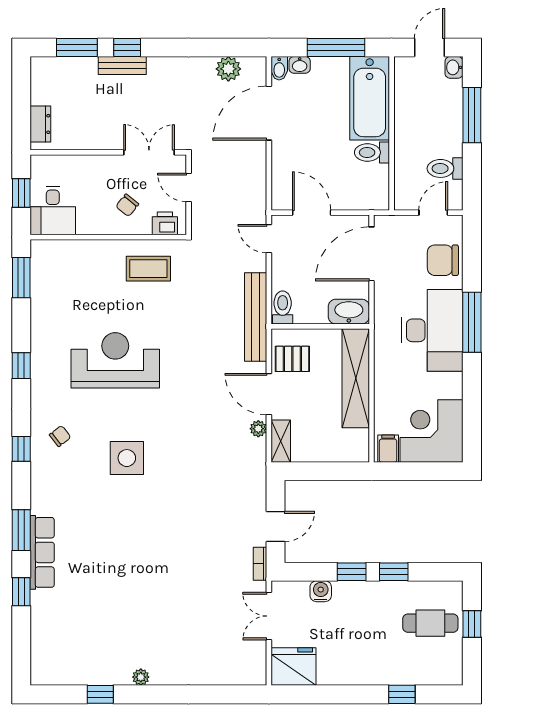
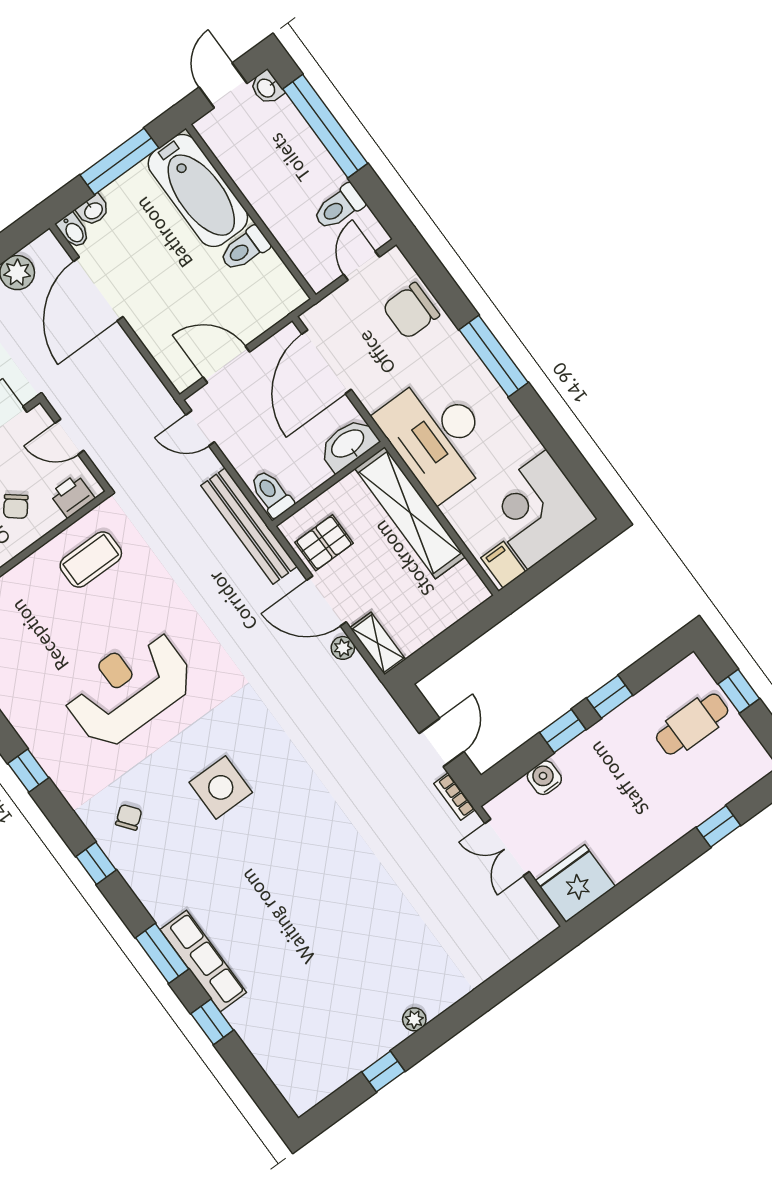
window: (472, 115) -> (325, 126), width x1.46
desk: (432, 330) -> (437, 437), moved, turned 180

